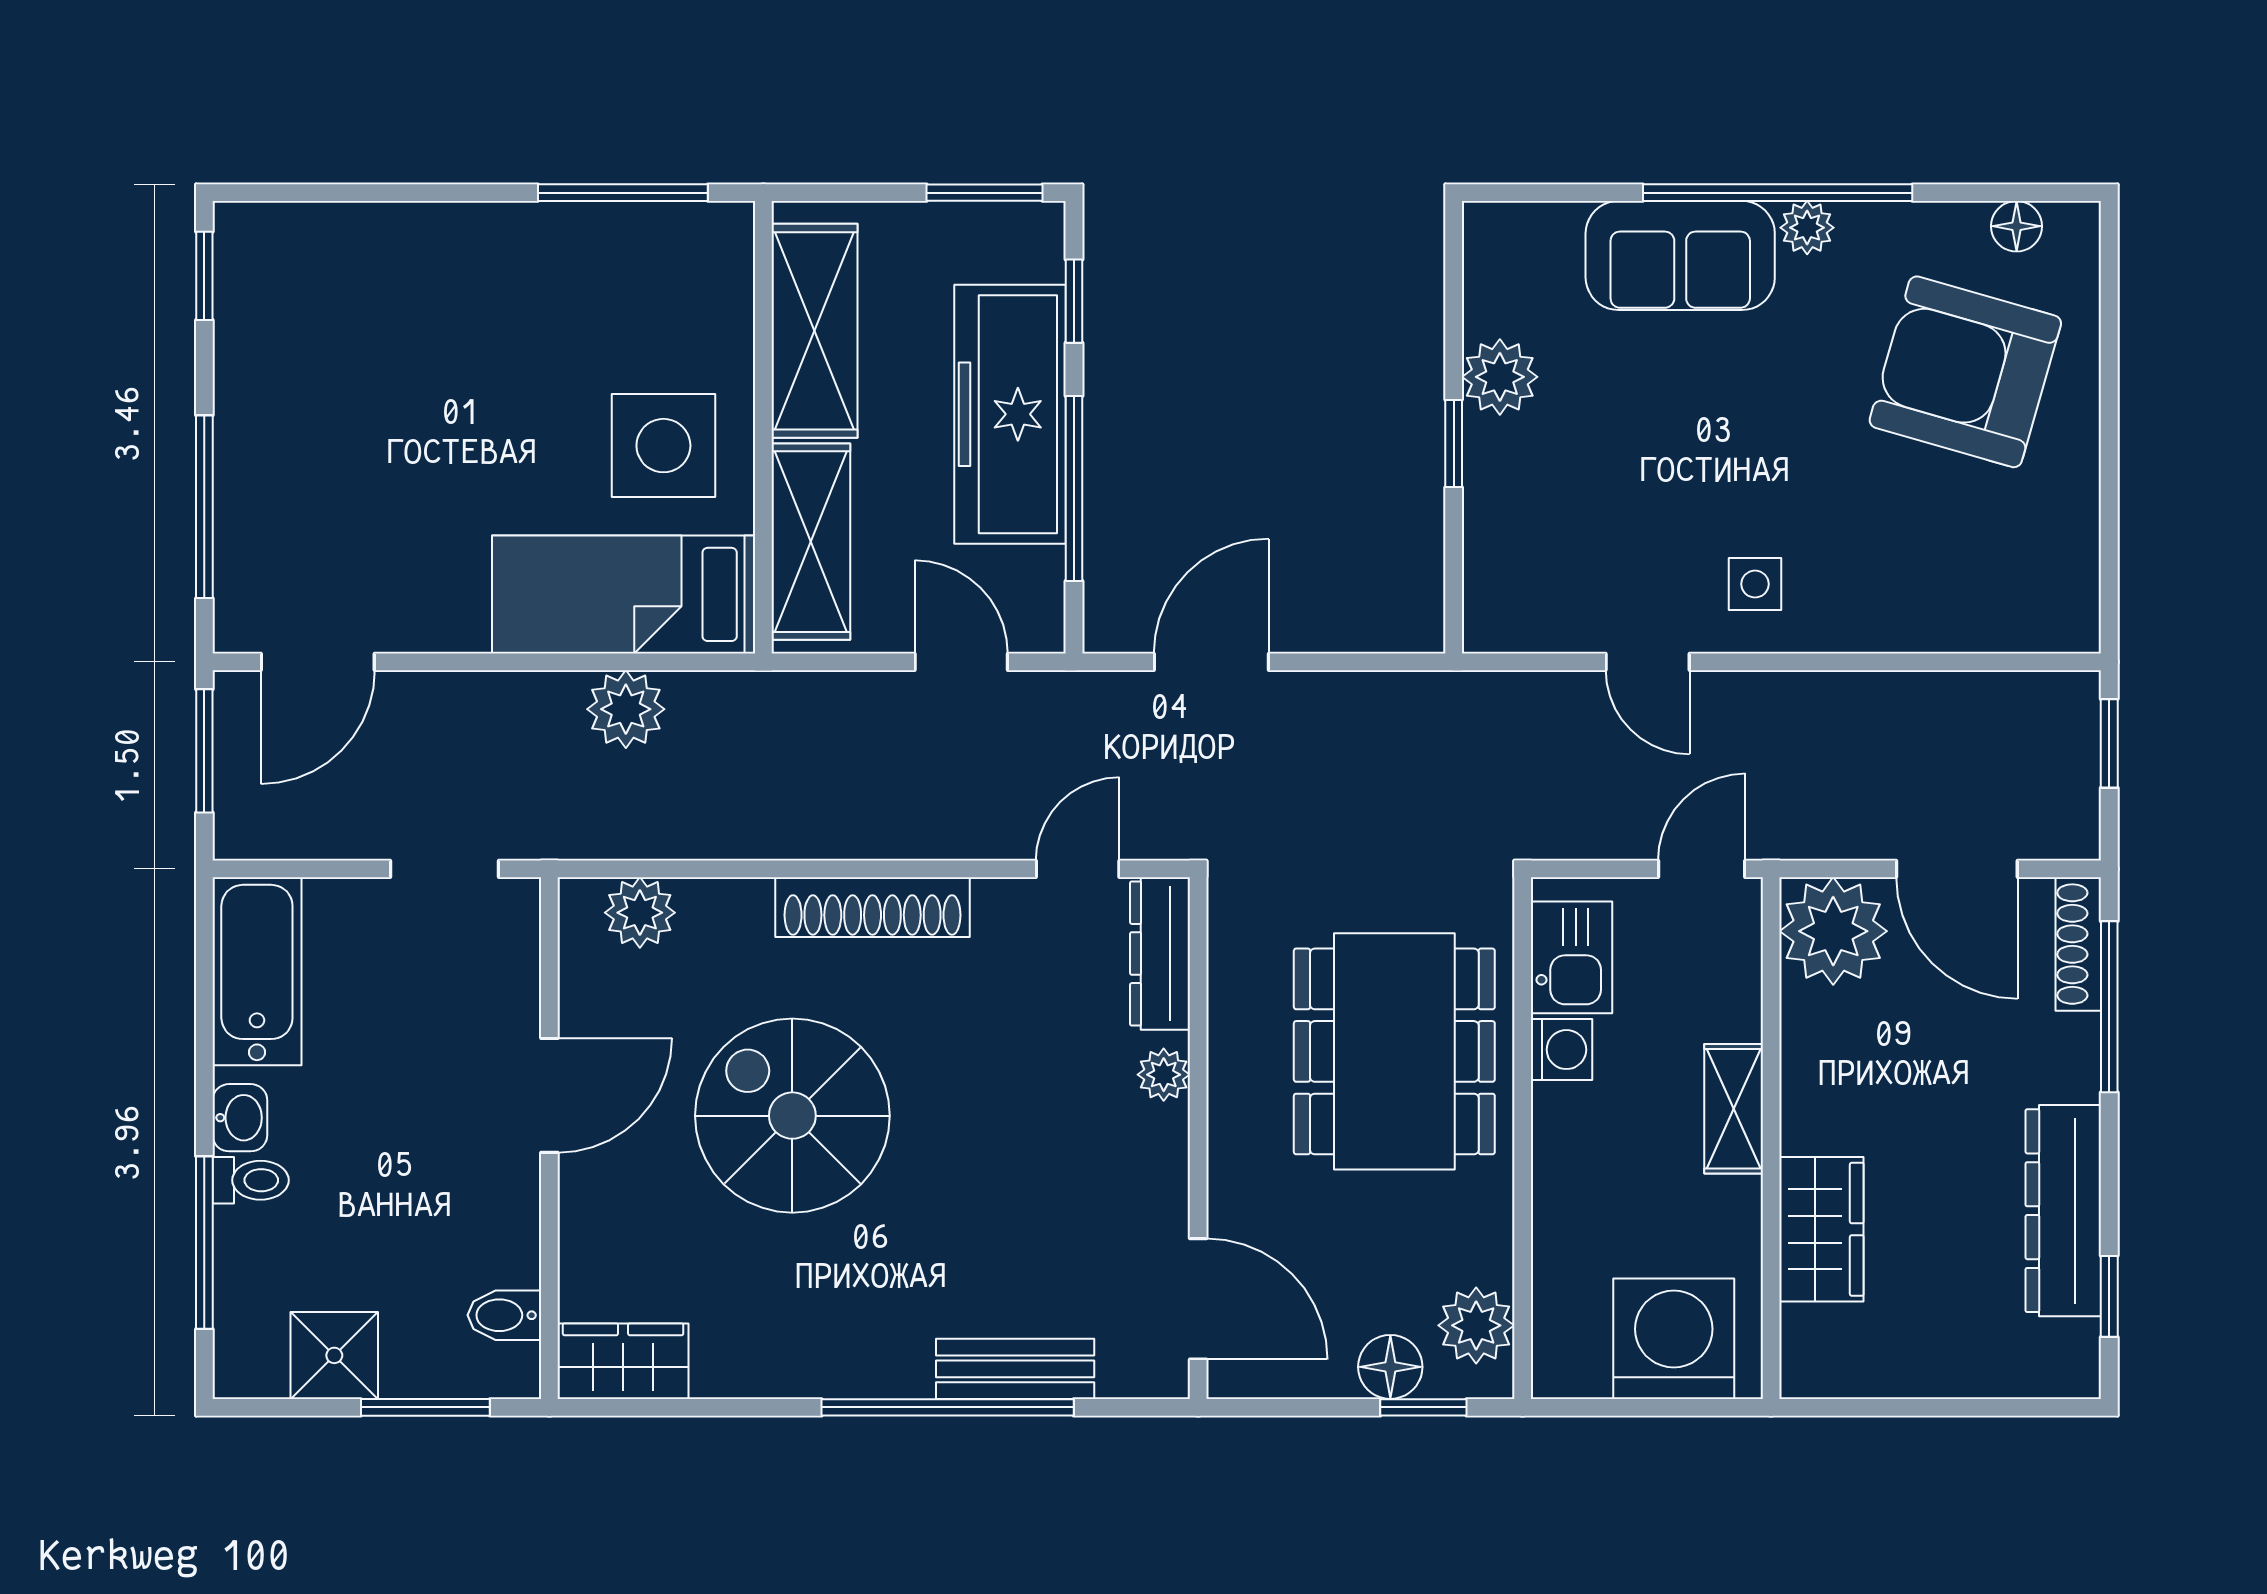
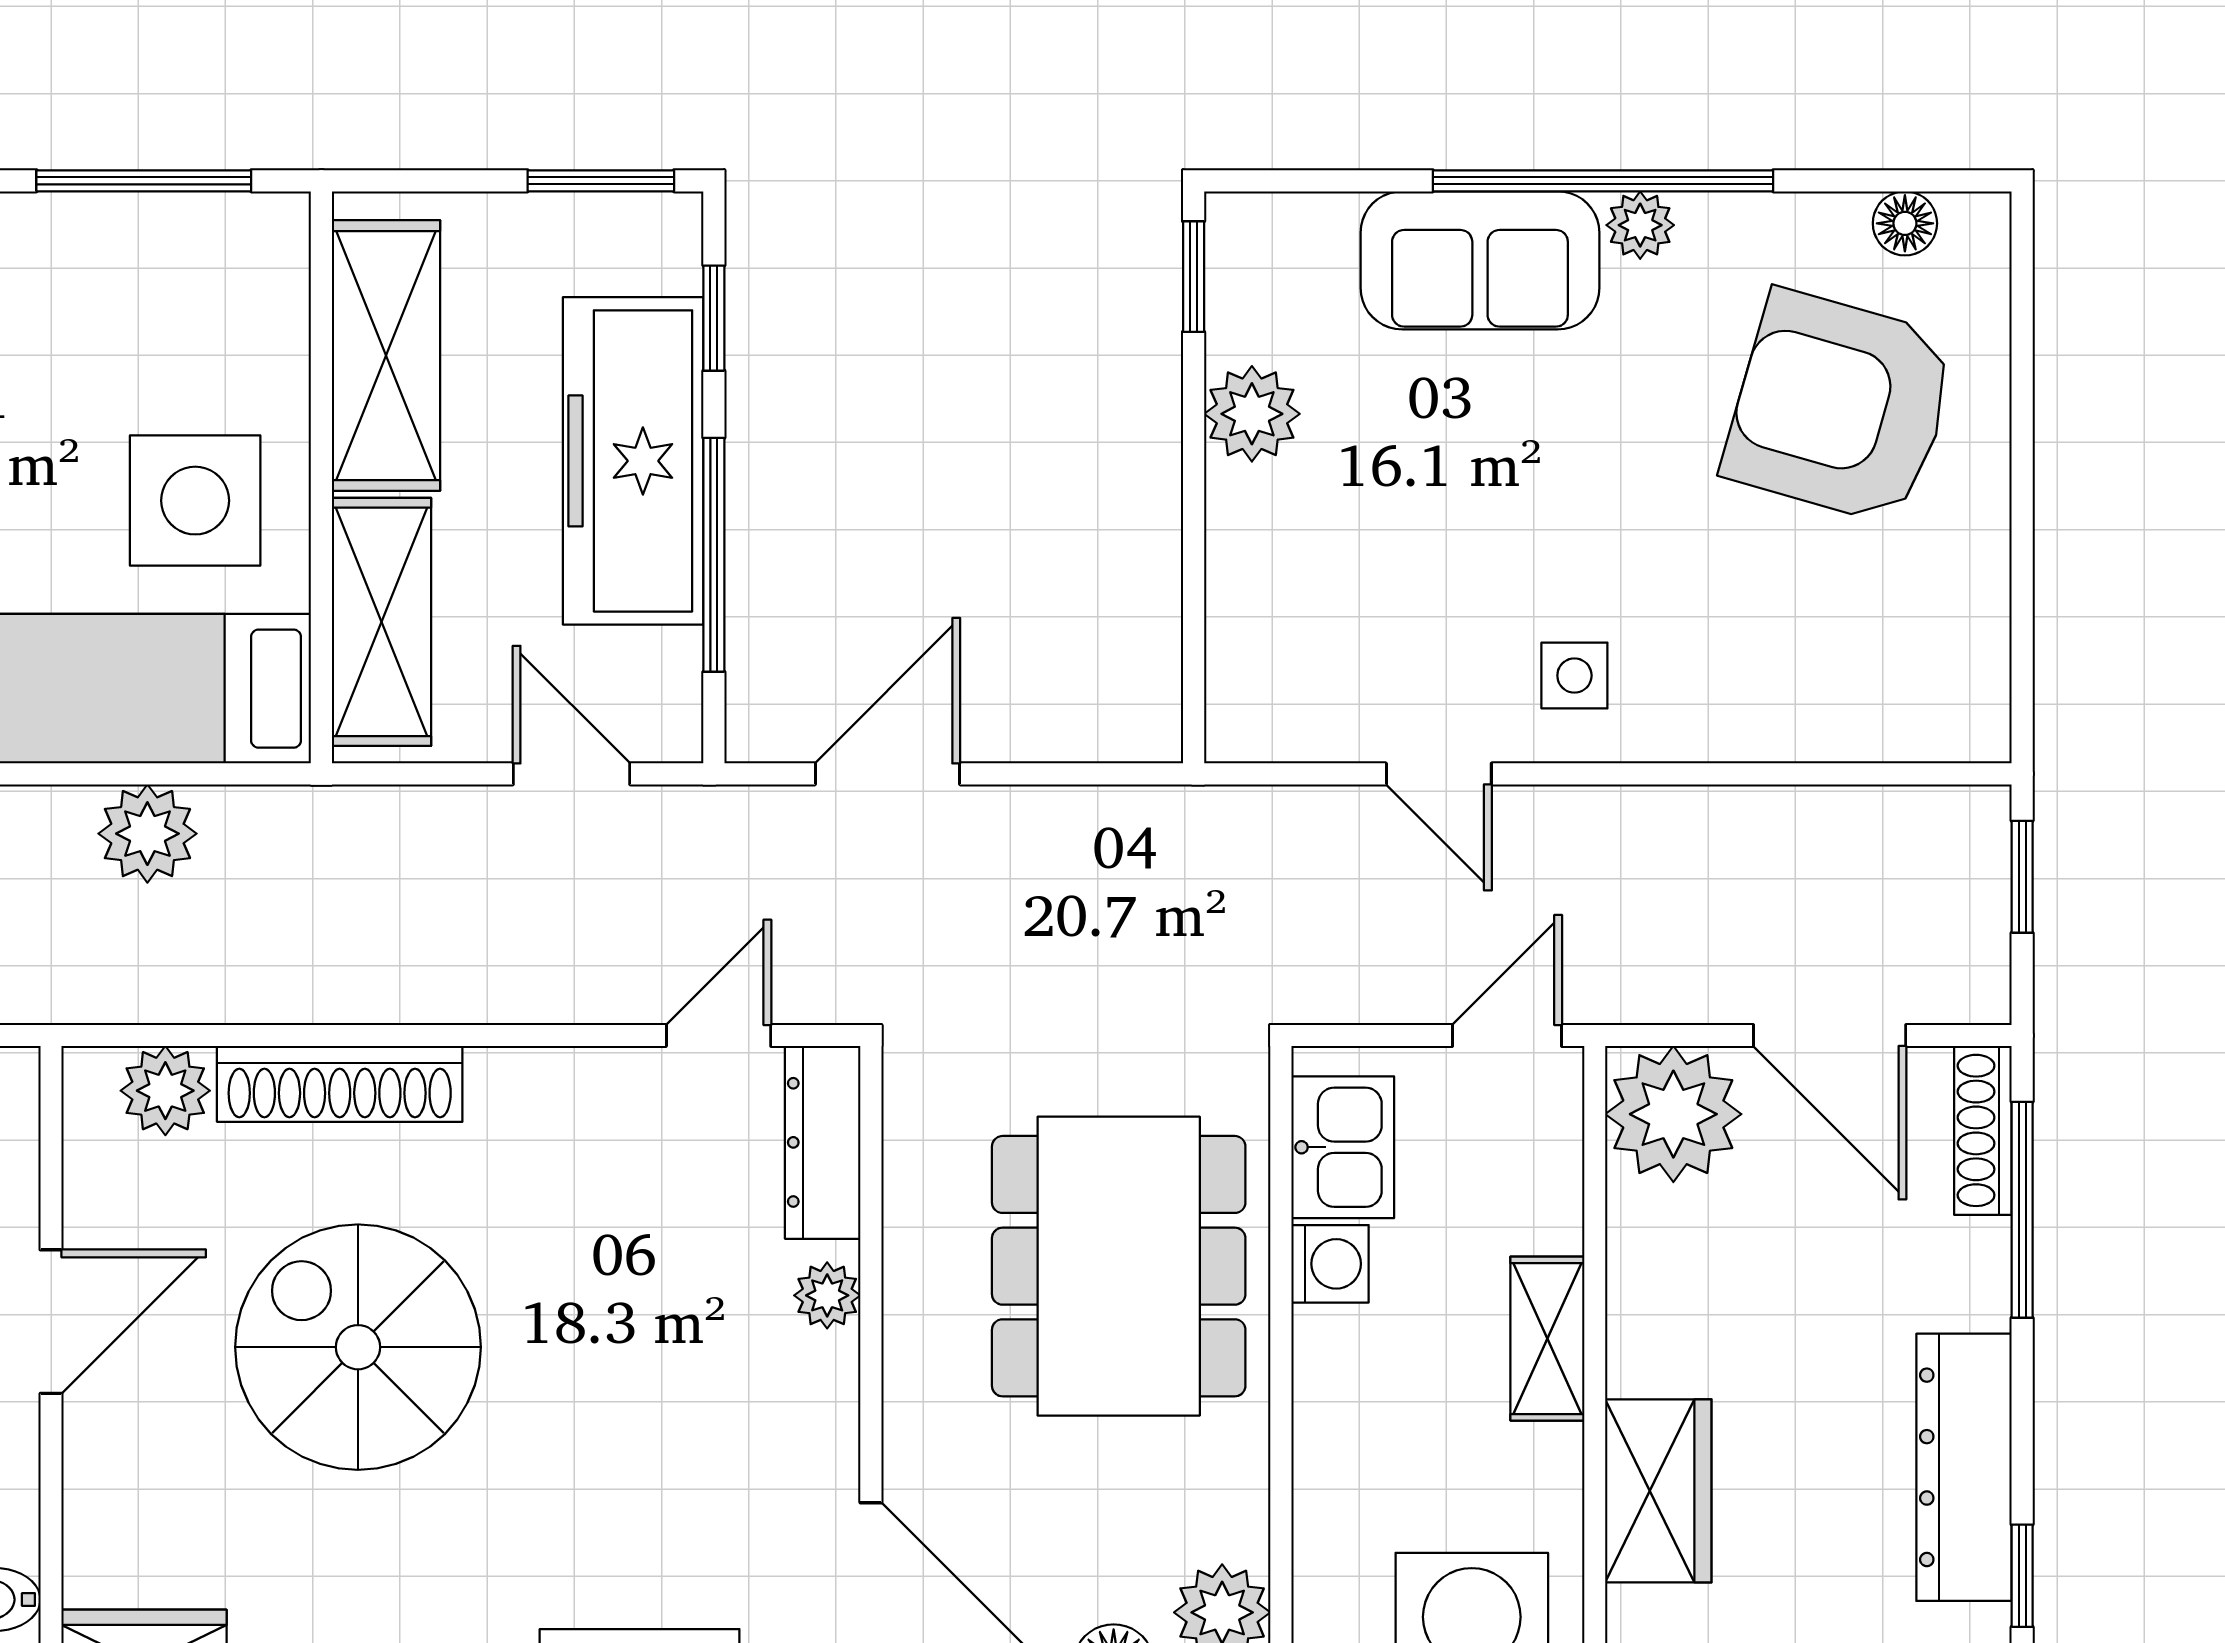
window: (1454, 444) -> (1194, 277), moved
shoe rack: (873, 907) -> (340, 1084), moved

